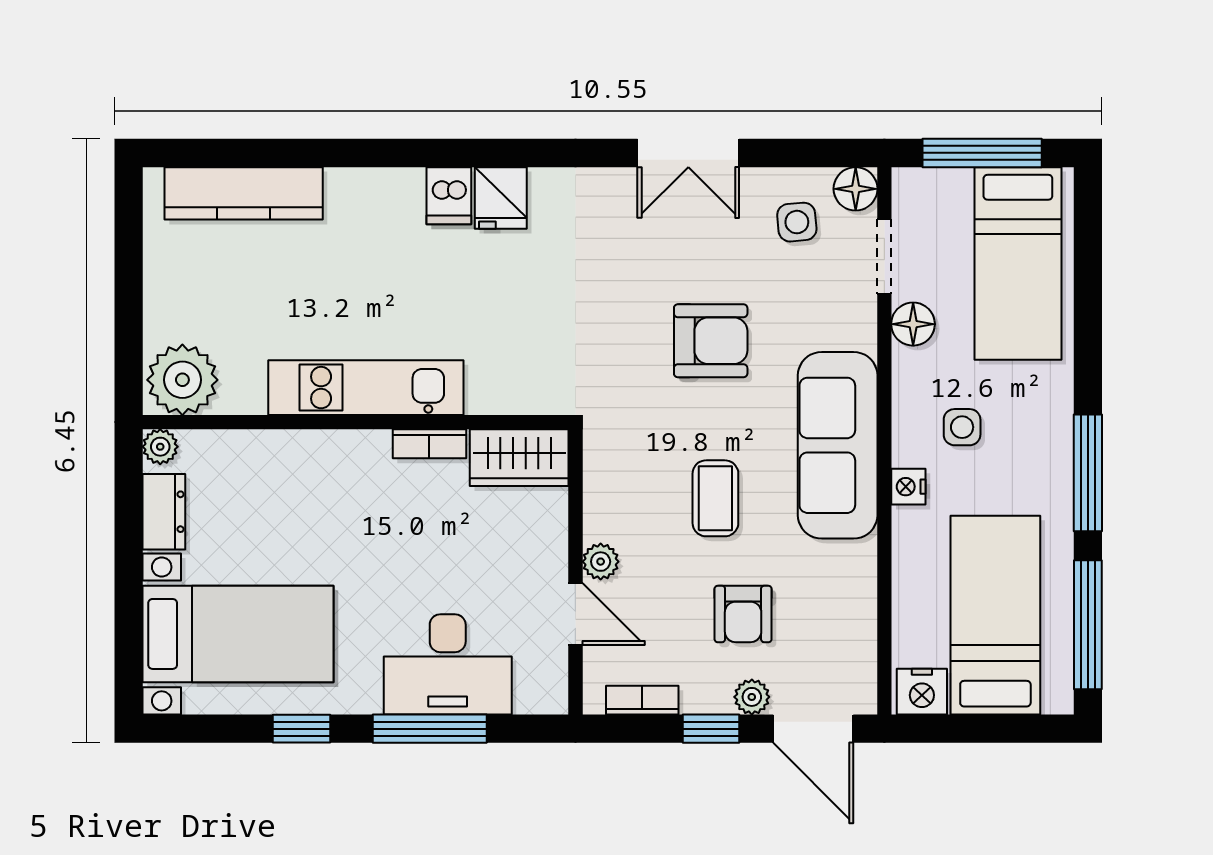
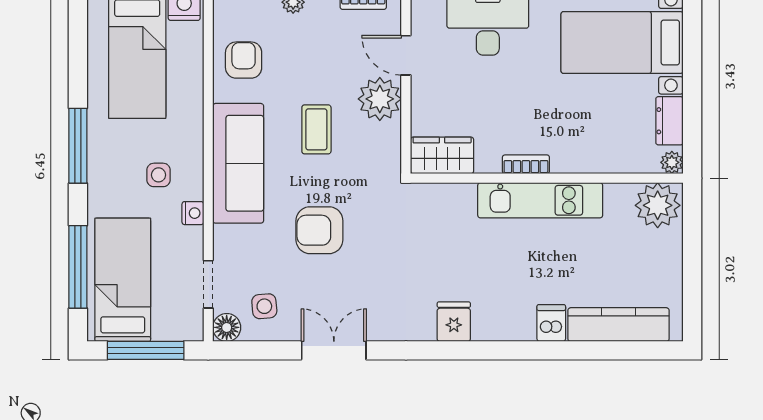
dishwasher: (449, 196) -> (551, 323), moved
floor lamp: (913, 324) -> (190, 241), removed
bookcase: (429, 444) -> (526, 164), moved
nightstand: (908, 487) -> (193, 213), moved
plant: (601, 562) -> (380, 99), width x1.88, depth x1.88
armchair: (743, 614) -> (244, 60), moved
window: (1088, 625) -> (78, 267), moved

